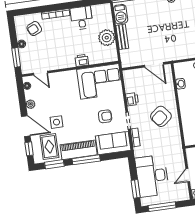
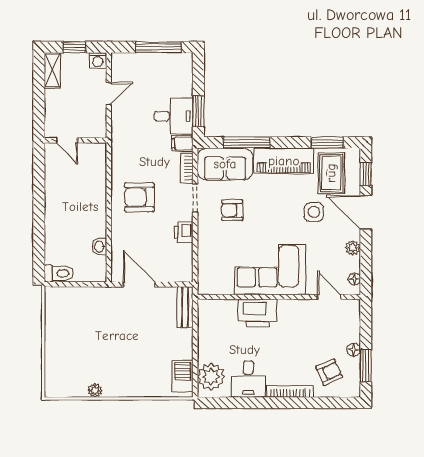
bench: (122, 37) -> (185, 307), moved
plant: (107, 38) -> (211, 377), moved
window: (16, 57) -> (366, 366), moved
printer: (82, 60) -> (258, 313), width x1.87, depth x1.48
corner sofa: (100, 81) -> (270, 269), moved
armchair: (161, 116) -> (139, 197), turned -141
filing cabinet: (140, 152) -> (182, 143), added
window: (86, 160) -> (247, 143), moved
desk: (152, 176) -> (174, 116), width x0.53, depth x0.77
window: (136, 189) -> (198, 111), moved

